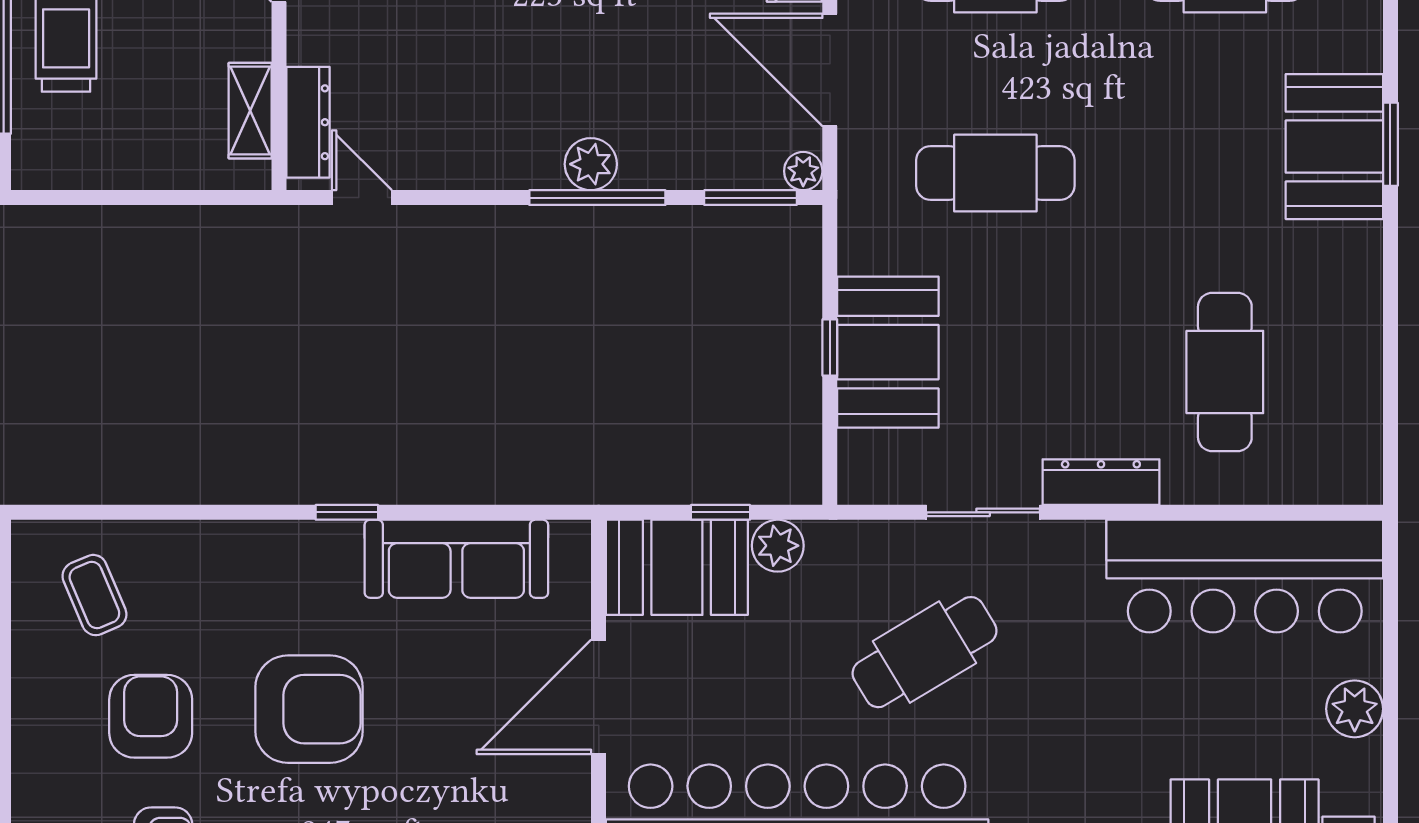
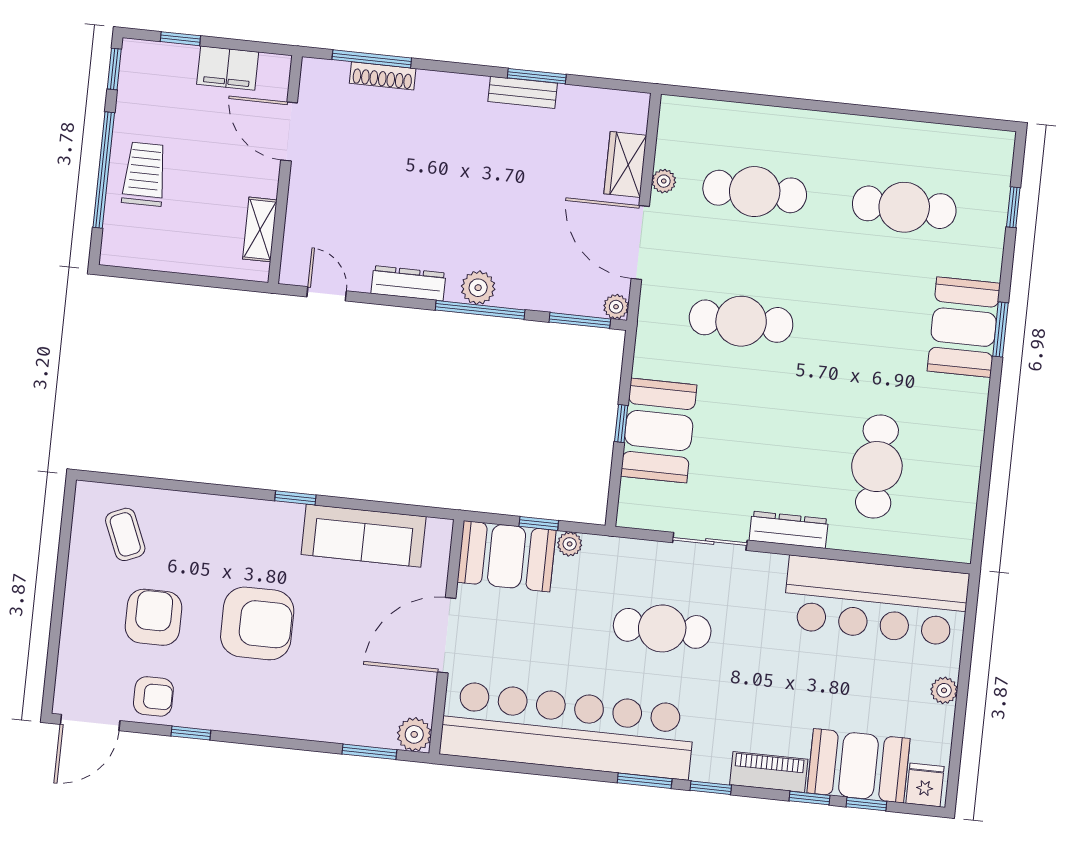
dresser: (308, 122) -> (408, 283), moved, turned -90
plant: (778, 546) -> (570, 544), width x0.73, depth x0.73
cafe table: (925, 652) -> (662, 628), turned 31
plant: (1355, 709) -> (944, 690), width x0.73, depth x0.73

